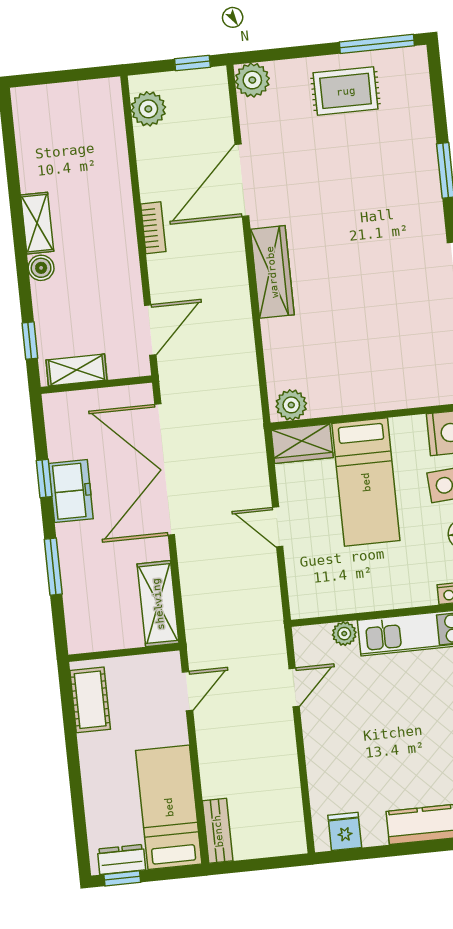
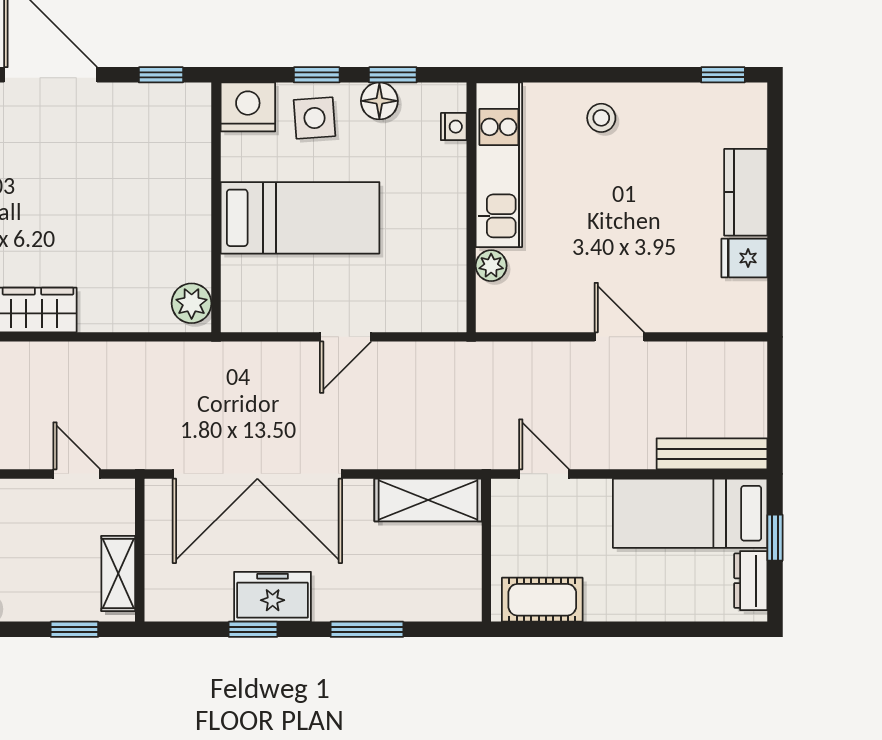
door: (150, 330) -> (77, 474), width x0.73
wardrobe: (302, 444) -> (242, 294), removed
door: (294, 687) -> (619, 337), moved
bench: (218, 831) -> (712, 454), width x1.36
fridge: (345, 831) -> (744, 258), moved
window: (122, 878) -> (775, 538), moved

